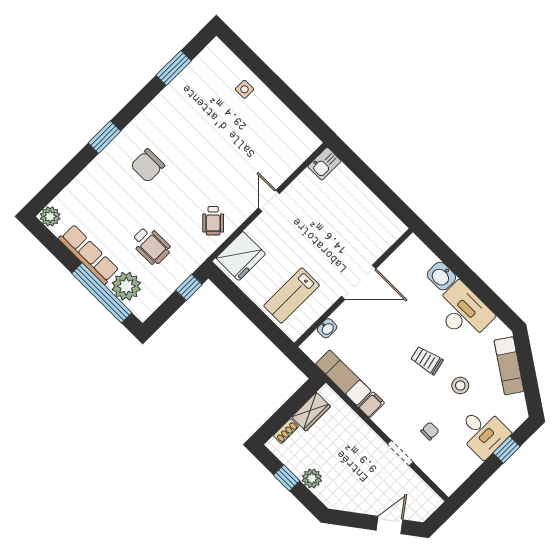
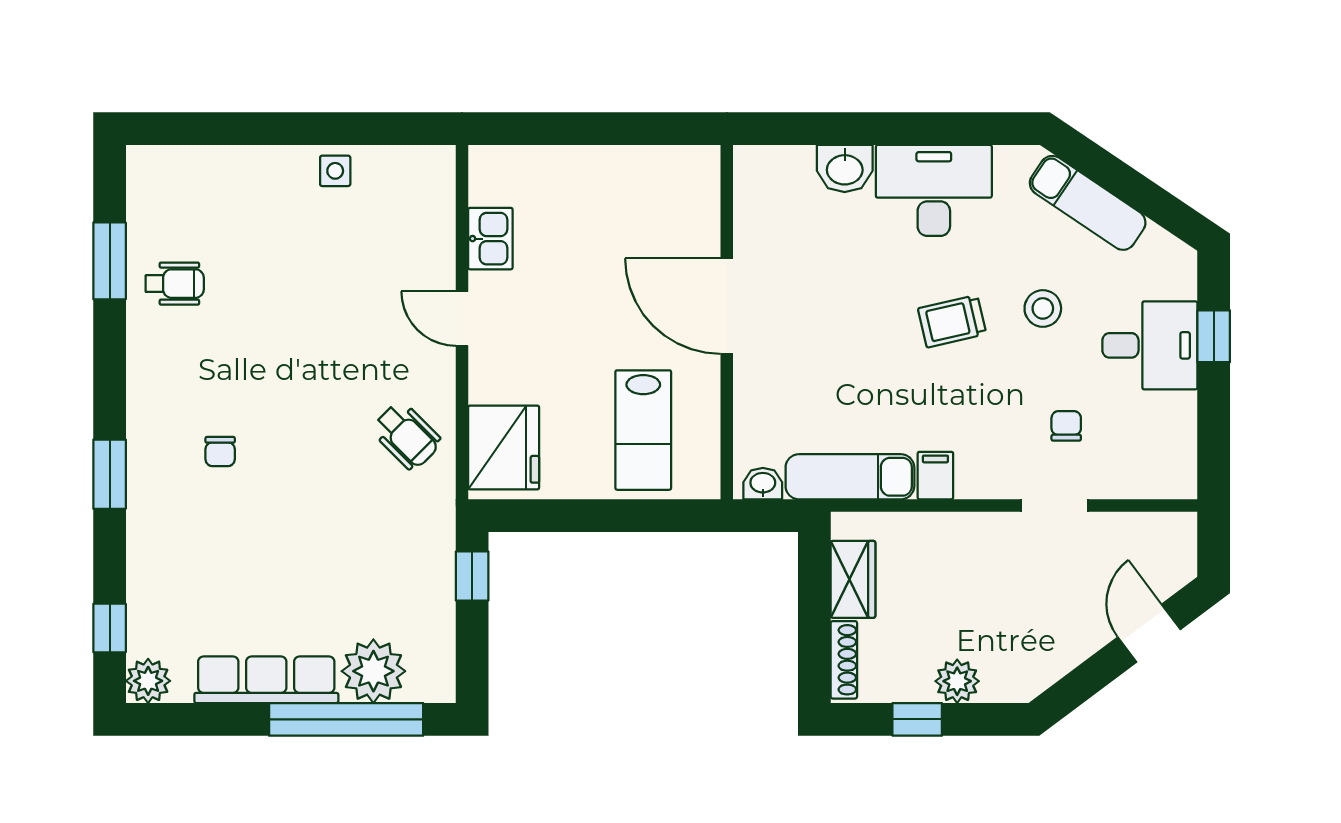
side table: (245, 89) -> (335, 171), moved
kitchen sink: (324, 164) -> (490, 239), moved
chair: (148, 166) -> (220, 452), width x0.54, depth x0.54
window: (55, 187) -> (110, 628), added
wheelchair: (151, 245) -> (175, 284), moved, width x0.73, depth x0.73
door: (359, 282) -> (727, 306), swing flipped
washbasin: (327, 328) -> (763, 484), moved, turned -90
shoe rack: (286, 431) -> (844, 660), width x1.43

